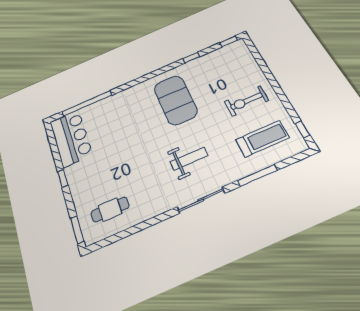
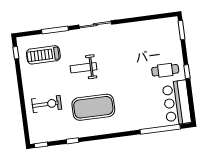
exercise mat: (175, 100) -> (93, 107), turned 90
exercise bike: (247, 101) -> (47, 104), moved
weight bench: (189, 159) -> (84, 68), moved
cafe table: (110, 210) -> (165, 70), moved

